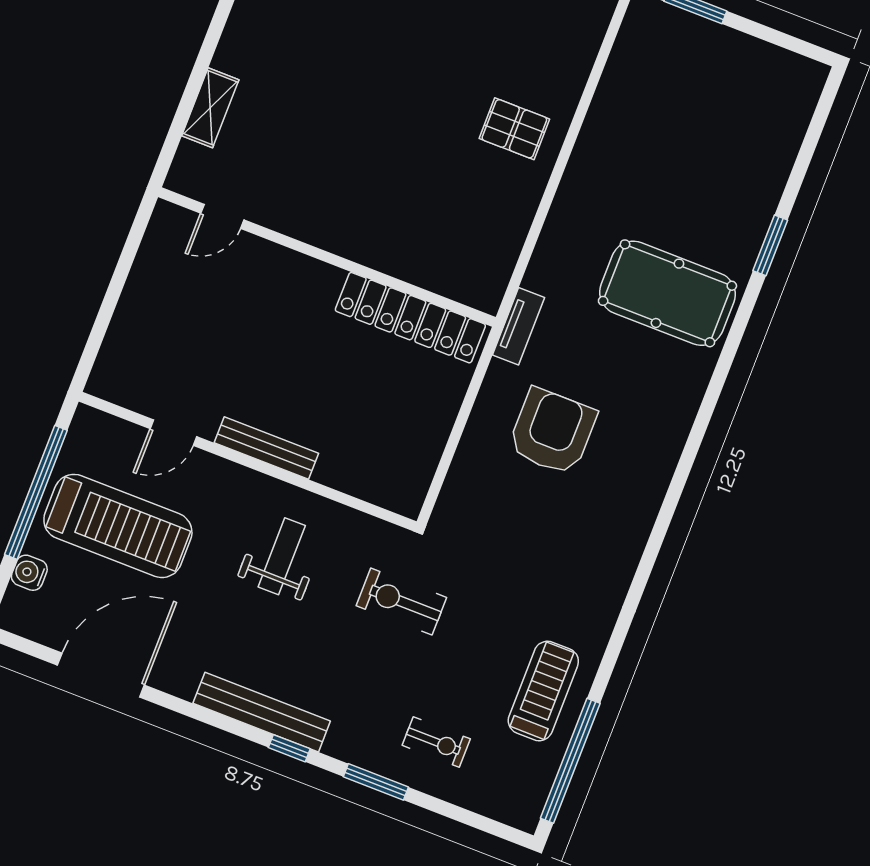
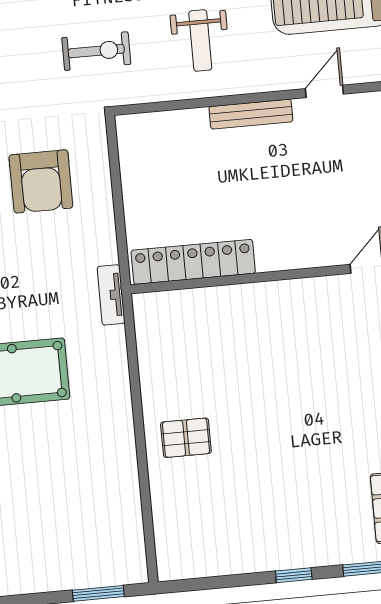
armchair: (552, 432) -> (41, 181), moved

